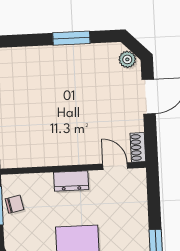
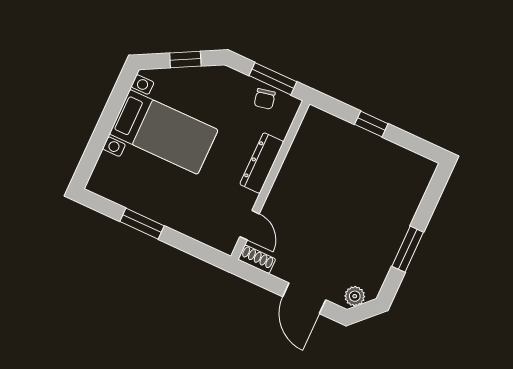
door: (115, 166) -> (250, 225), hinge flipped
dresser: (71, 181) -> (262, 163), width x1.44

